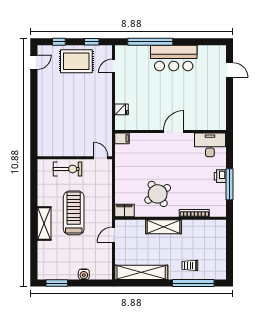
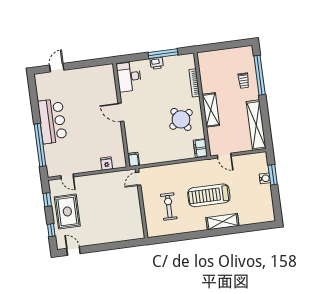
wall: (75, 158) -> (142, 203), moved
door: (101, 158) -> (138, 179), moved
window: (57, 283) -> (273, 175), moved

